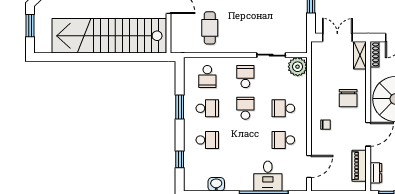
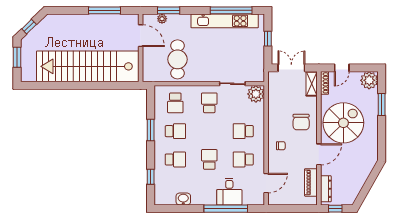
cafe table: (210, 28) -> (177, 59), width x1.37, depth x1.35
school desk: (245, 108) -> (209, 159), moved
dresser: (376, 173) -> (326, 189), width x1.44

